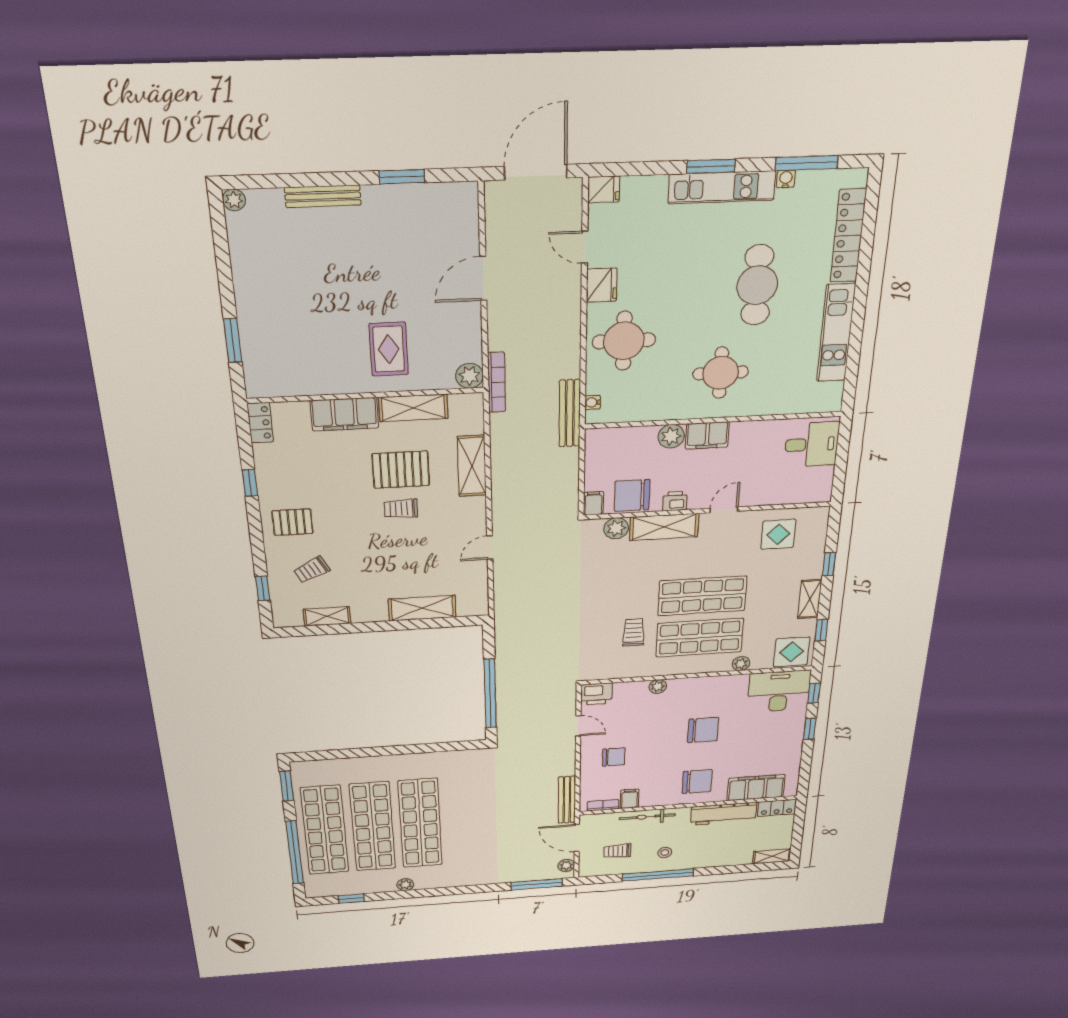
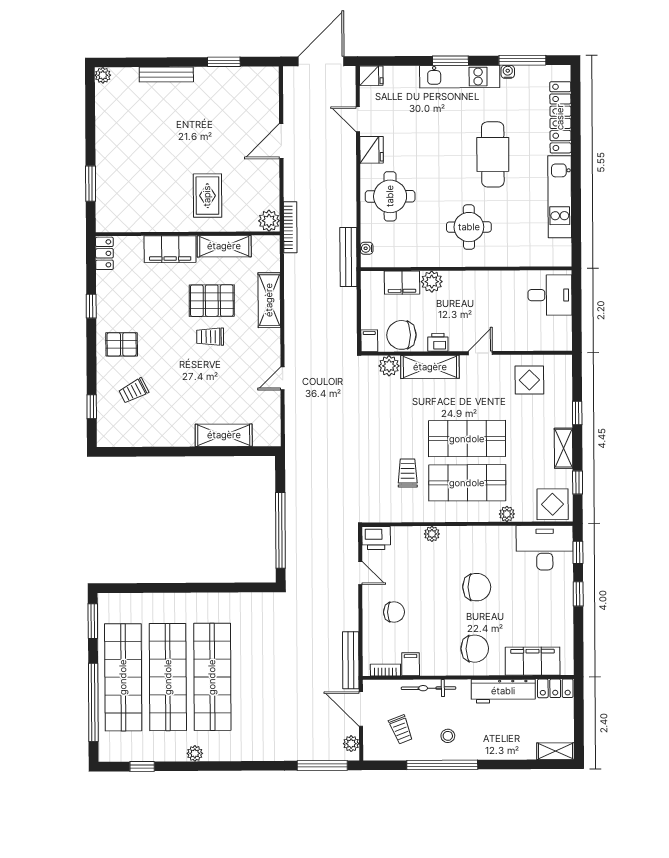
filing cabinet: (707, 435) -> (402, 283), moved
shelving: (327, 616) -> (143, 438), removed
trolley: (617, 851) -> (401, 730), turned -111

